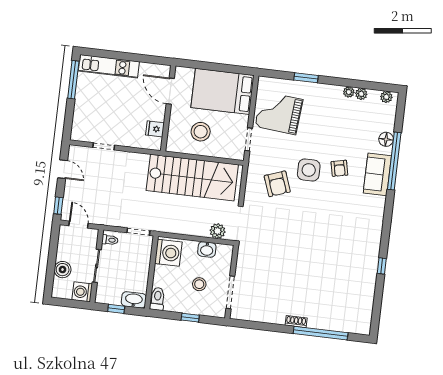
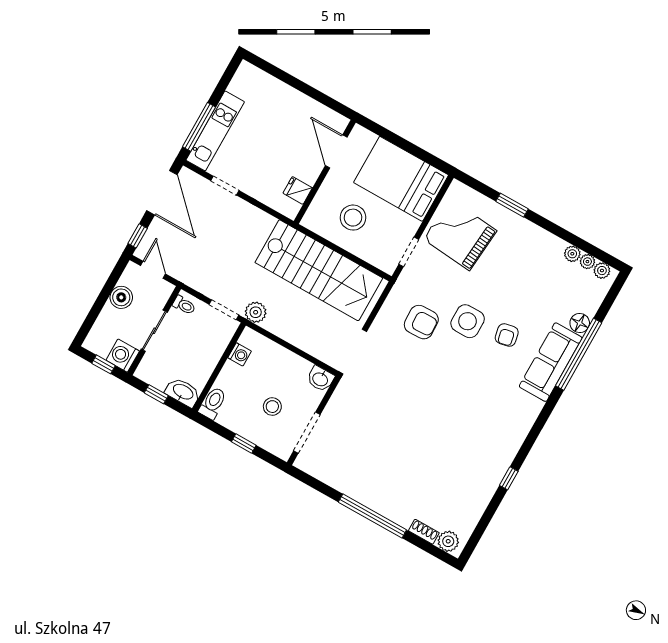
kitchen unit: (109, 66) -> (215, 131), moved, turned -90
window: (73, 80) -> (199, 127), moved
plant: (349, 92) -> (587, 262), moved
door: (63, 169) -> (162, 193), width x1.88
sofa: (377, 174) -> (551, 362), width x1.36
armchair: (277, 184) -> (421, 322), turned -72
plant: (218, 231) -> (256, 312), moved
washbasin: (207, 249) -> (320, 379), moved
washing machine: (168, 253) -> (240, 354), width x0.53, depth x0.53
boiler: (63, 270) -> (121, 297), moved
window: (72, 304) -> (103, 364), added
shoe rack: (296, 322) -> (424, 532), moved
plant: (358, 326) -> (448, 541), added
window: (321, 333) -> (372, 516), moved

